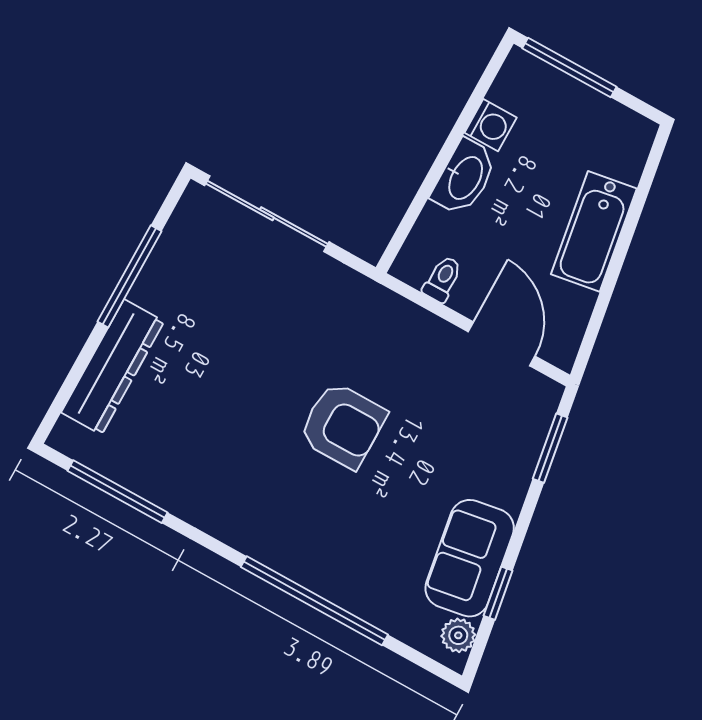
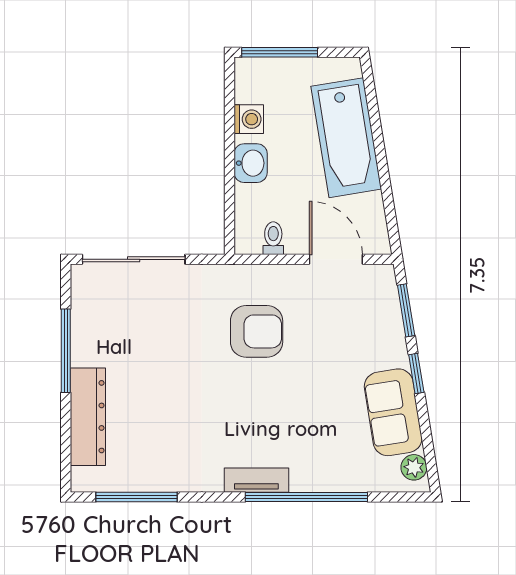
washbasin: (464, 177) -> (251, 163), width x0.72
bathtub: (594, 231) -> (346, 138), width x1.36, depth x1.36
armchair: (343, 425) -> (257, 331), moved
tv unit: (267, 549) -> (256, 480), added
window: (498, 593) -> (416, 373), moved

